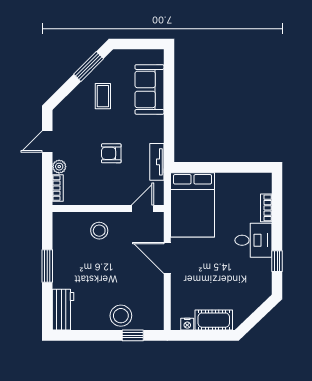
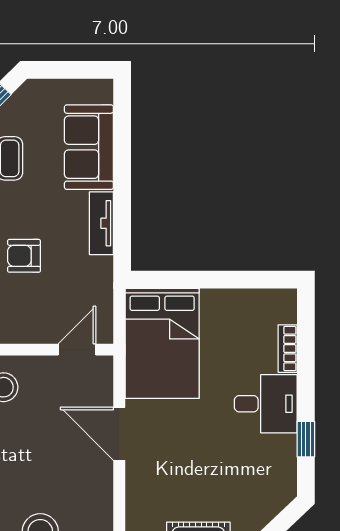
tv unit: (157, 162) -> (101, 223), moved

